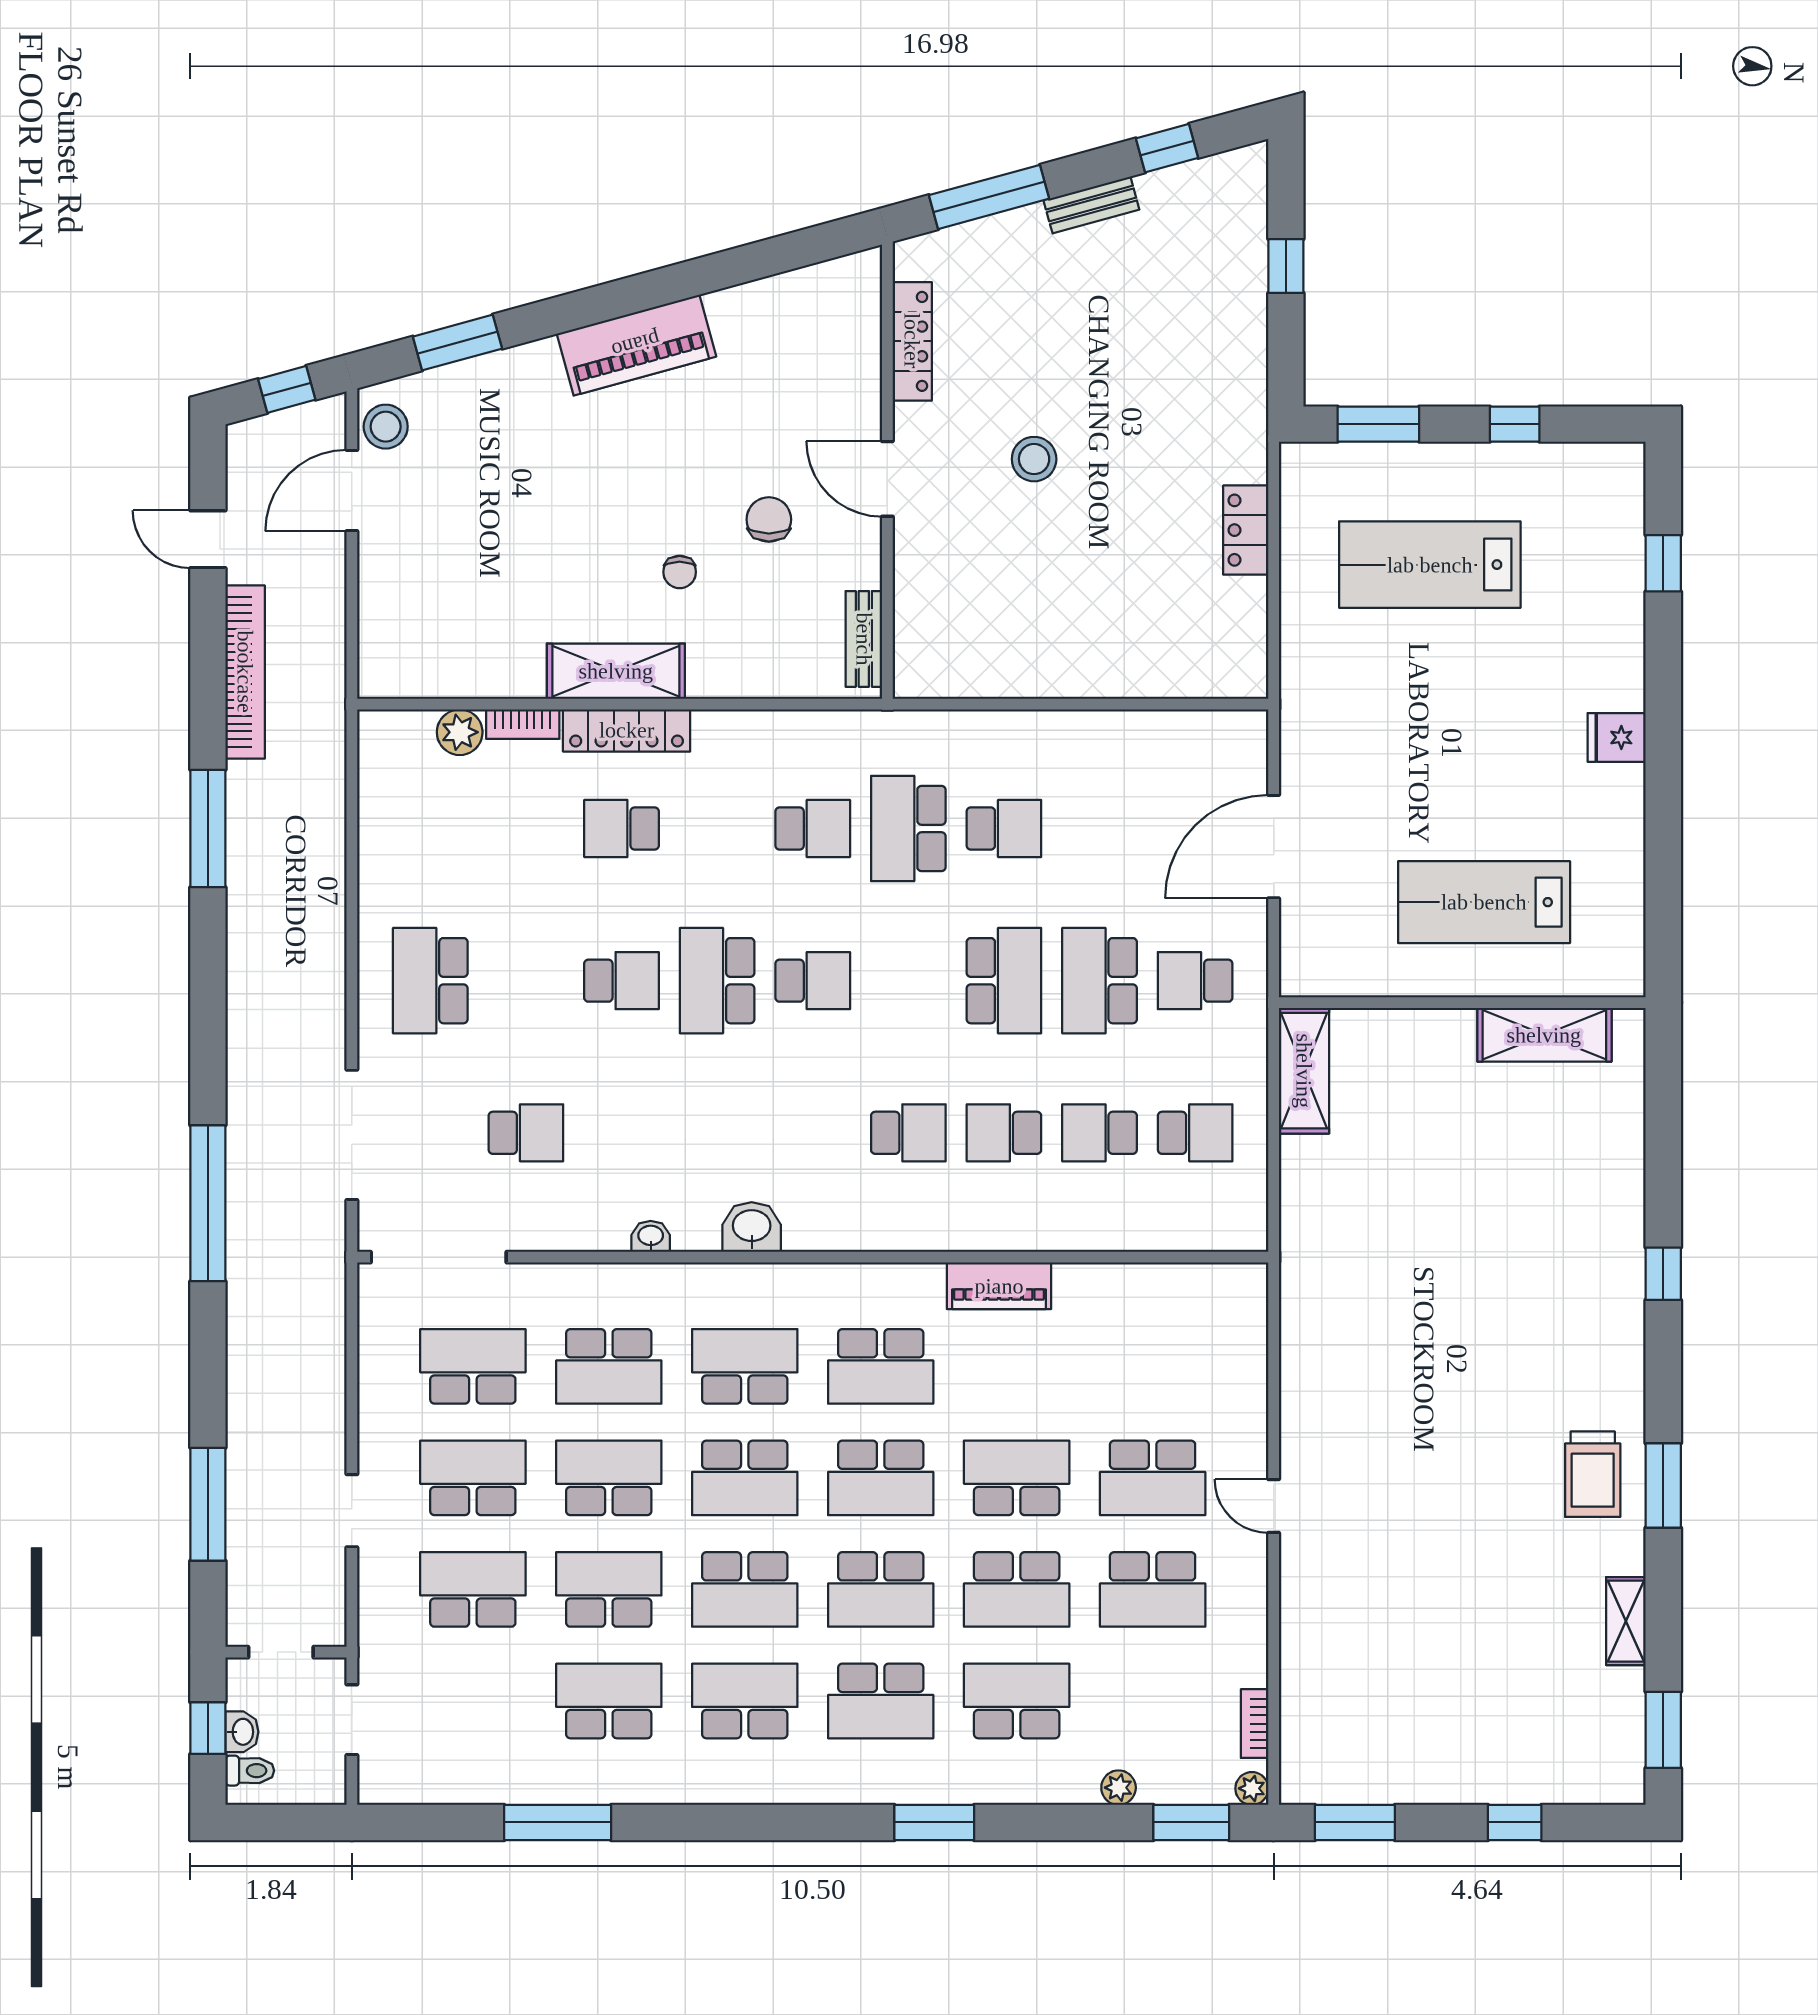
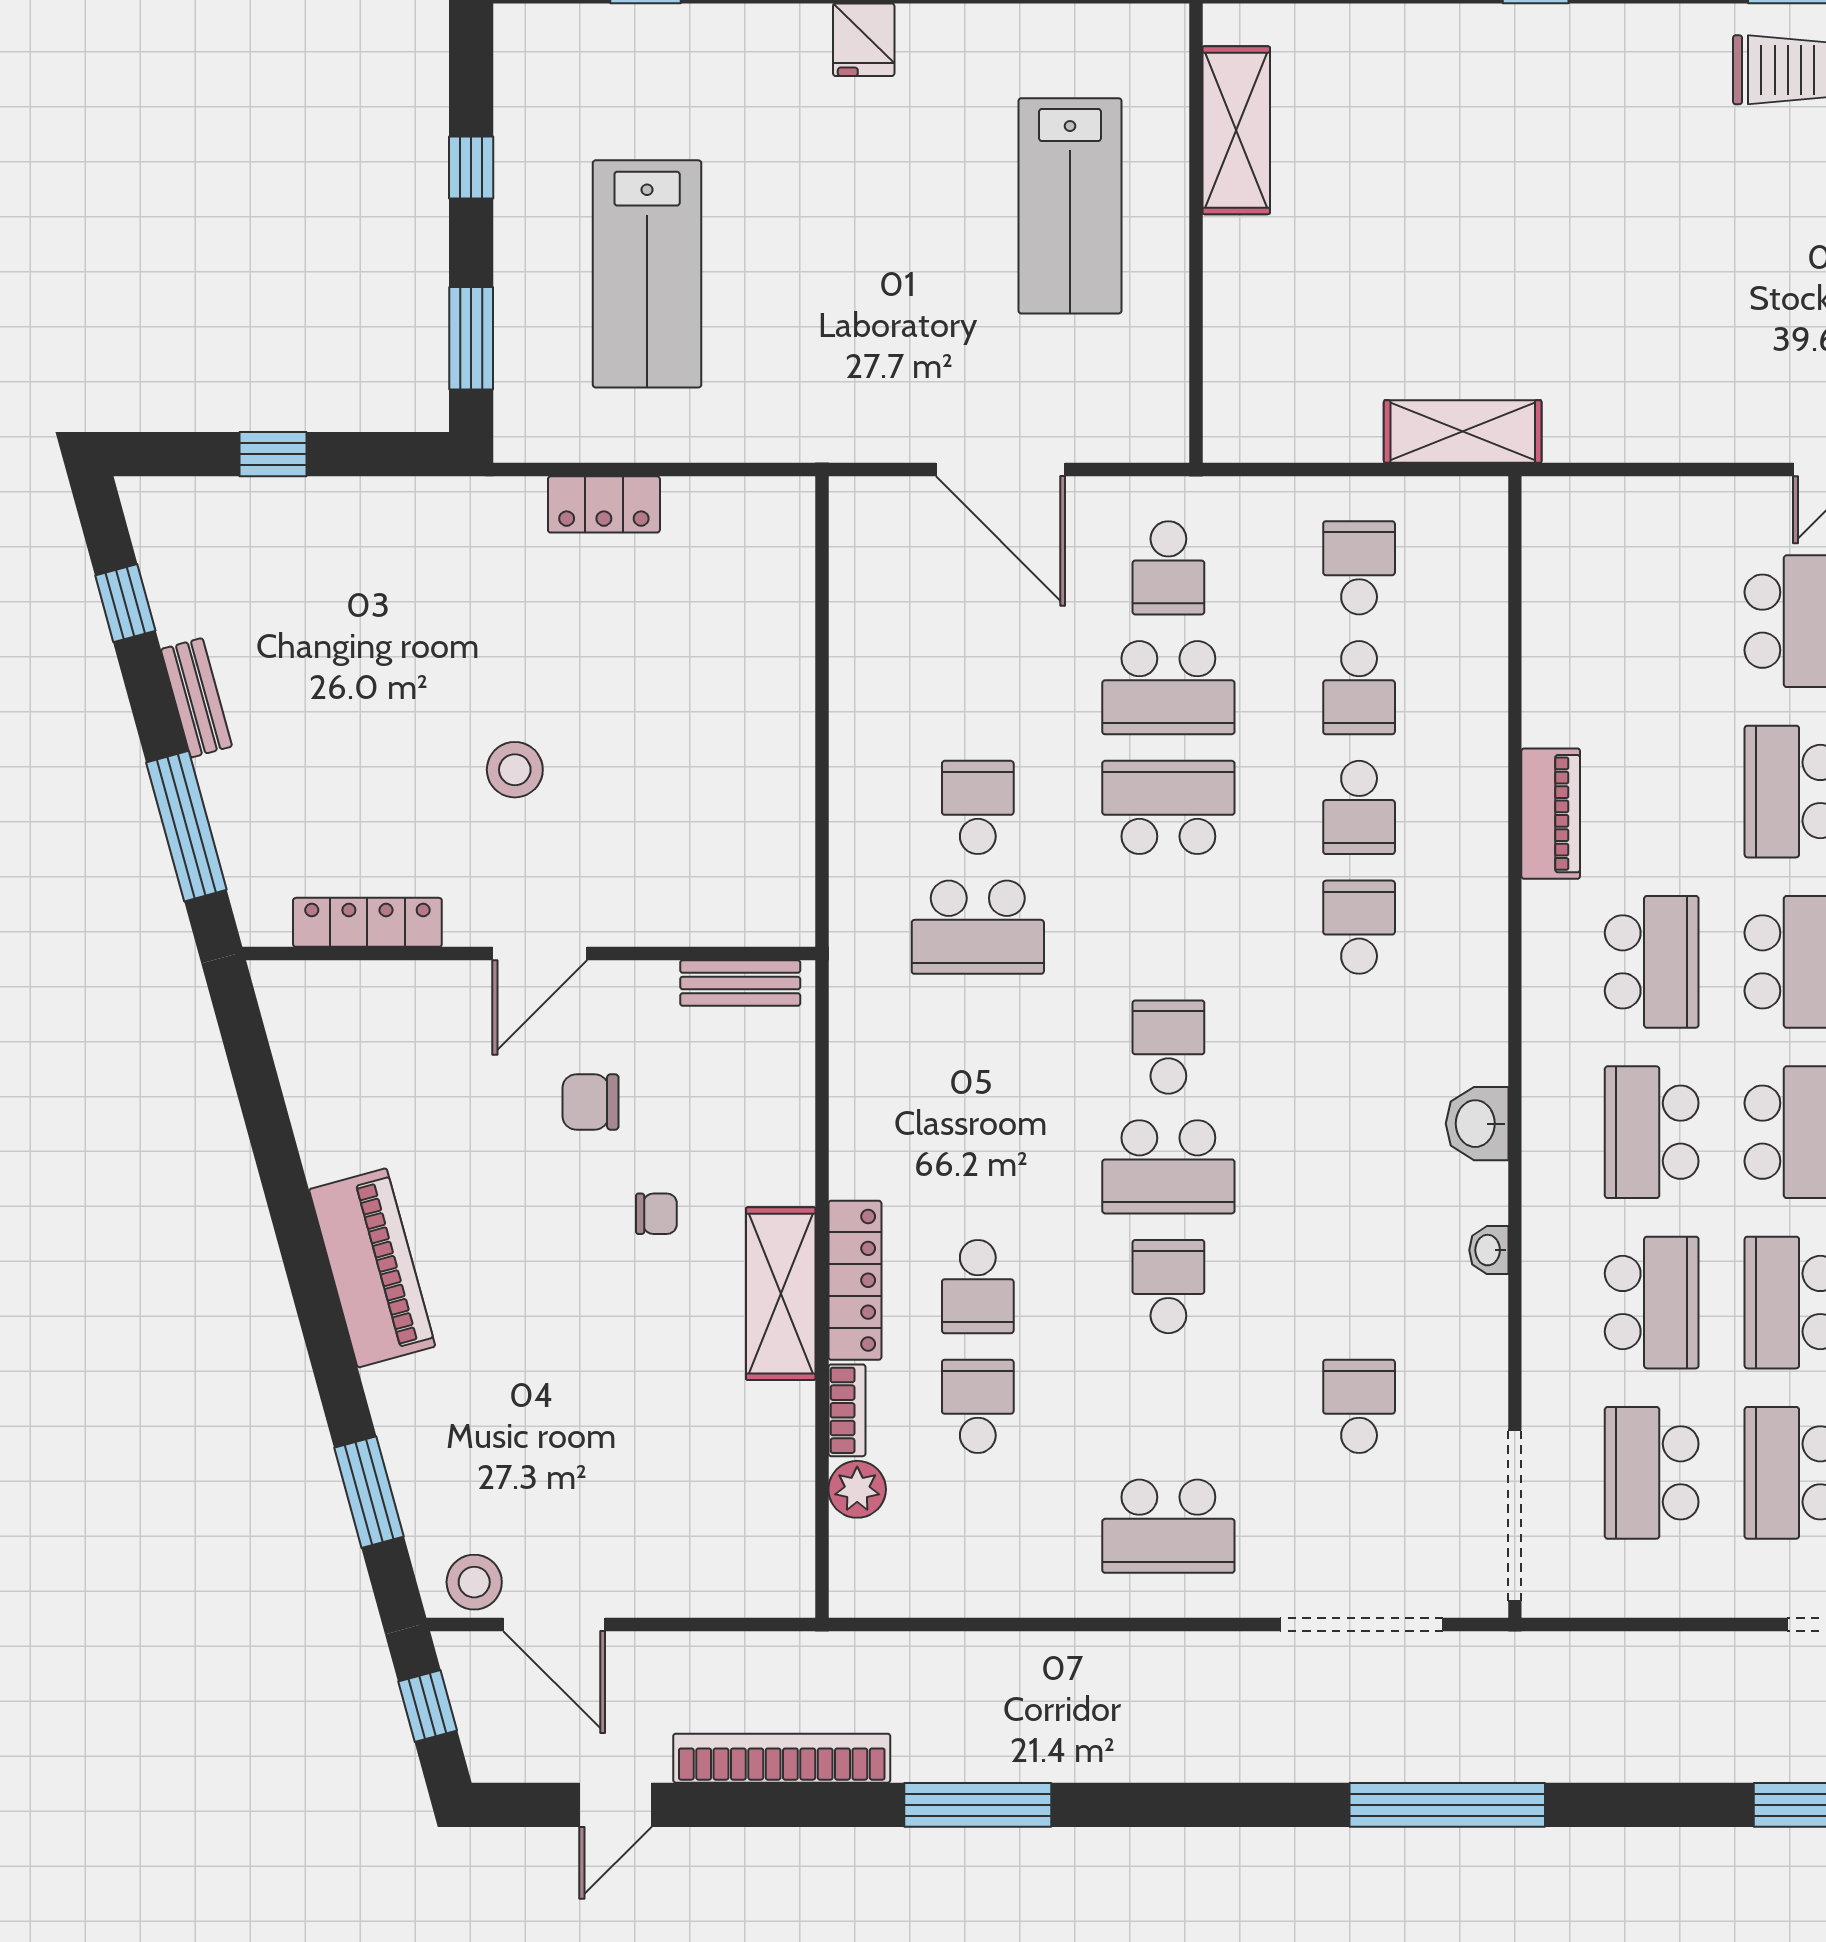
school desk: (813, 829) -> (978, 1406), moved
shelving: (1304, 1071) -> (1463, 432), moved

